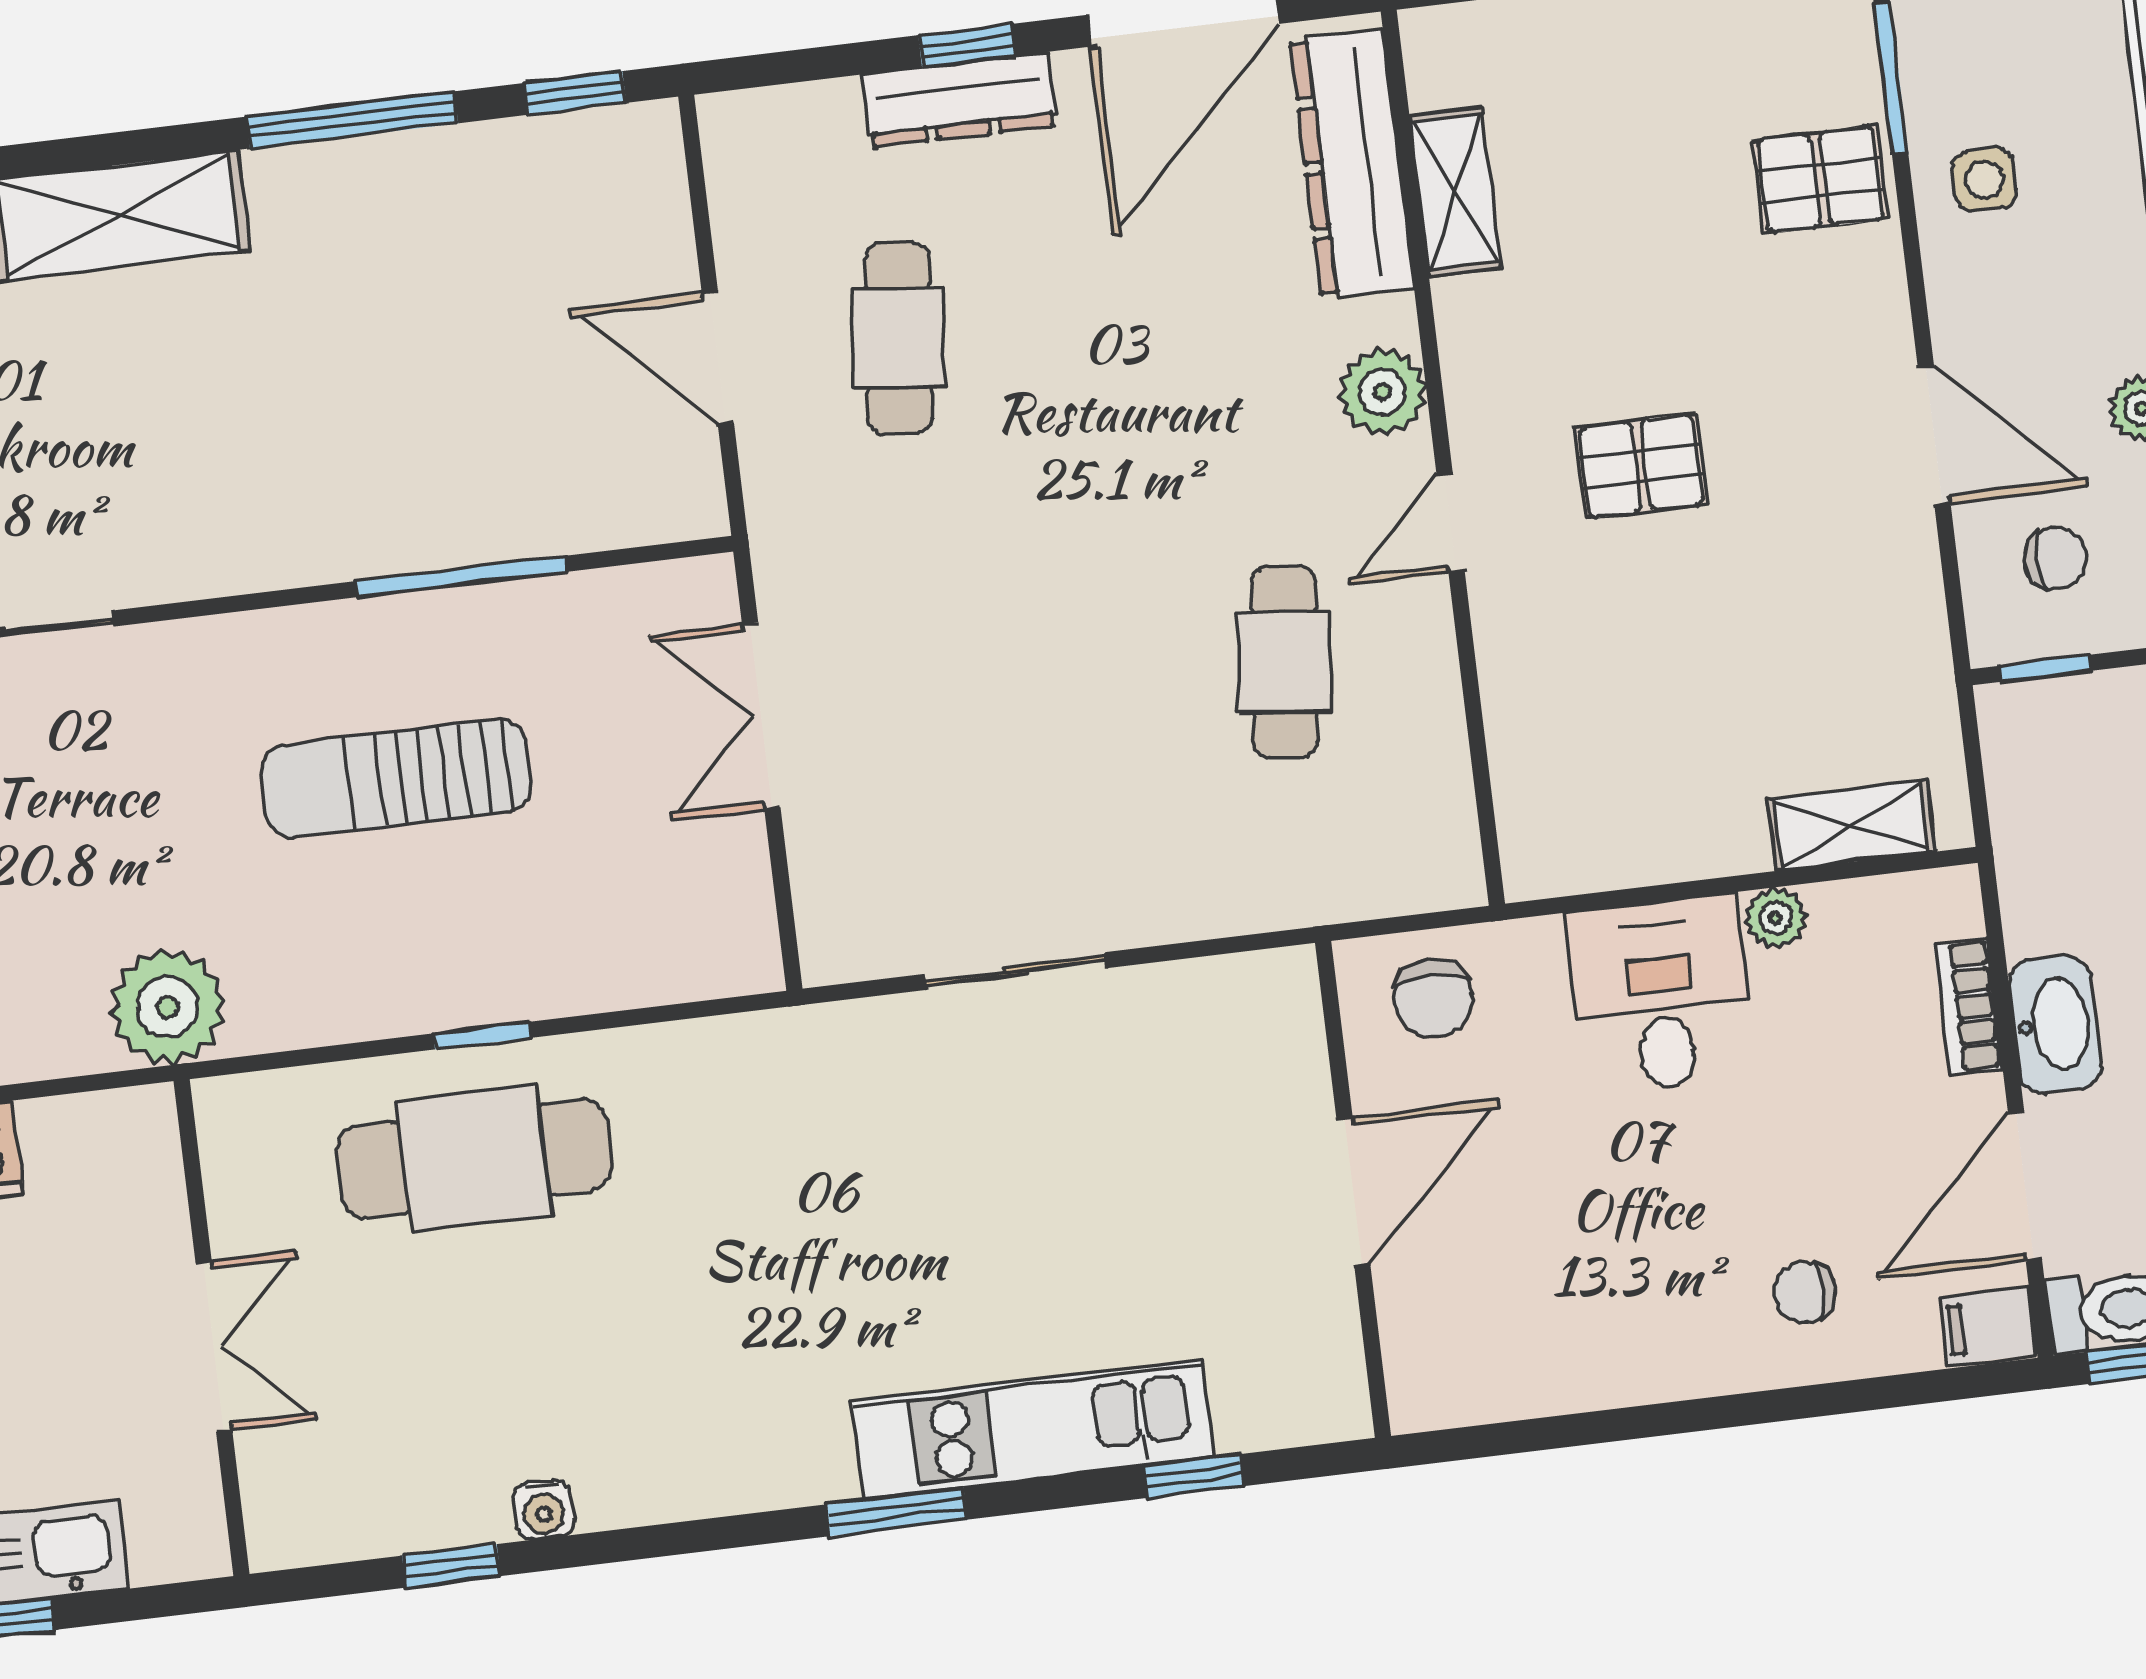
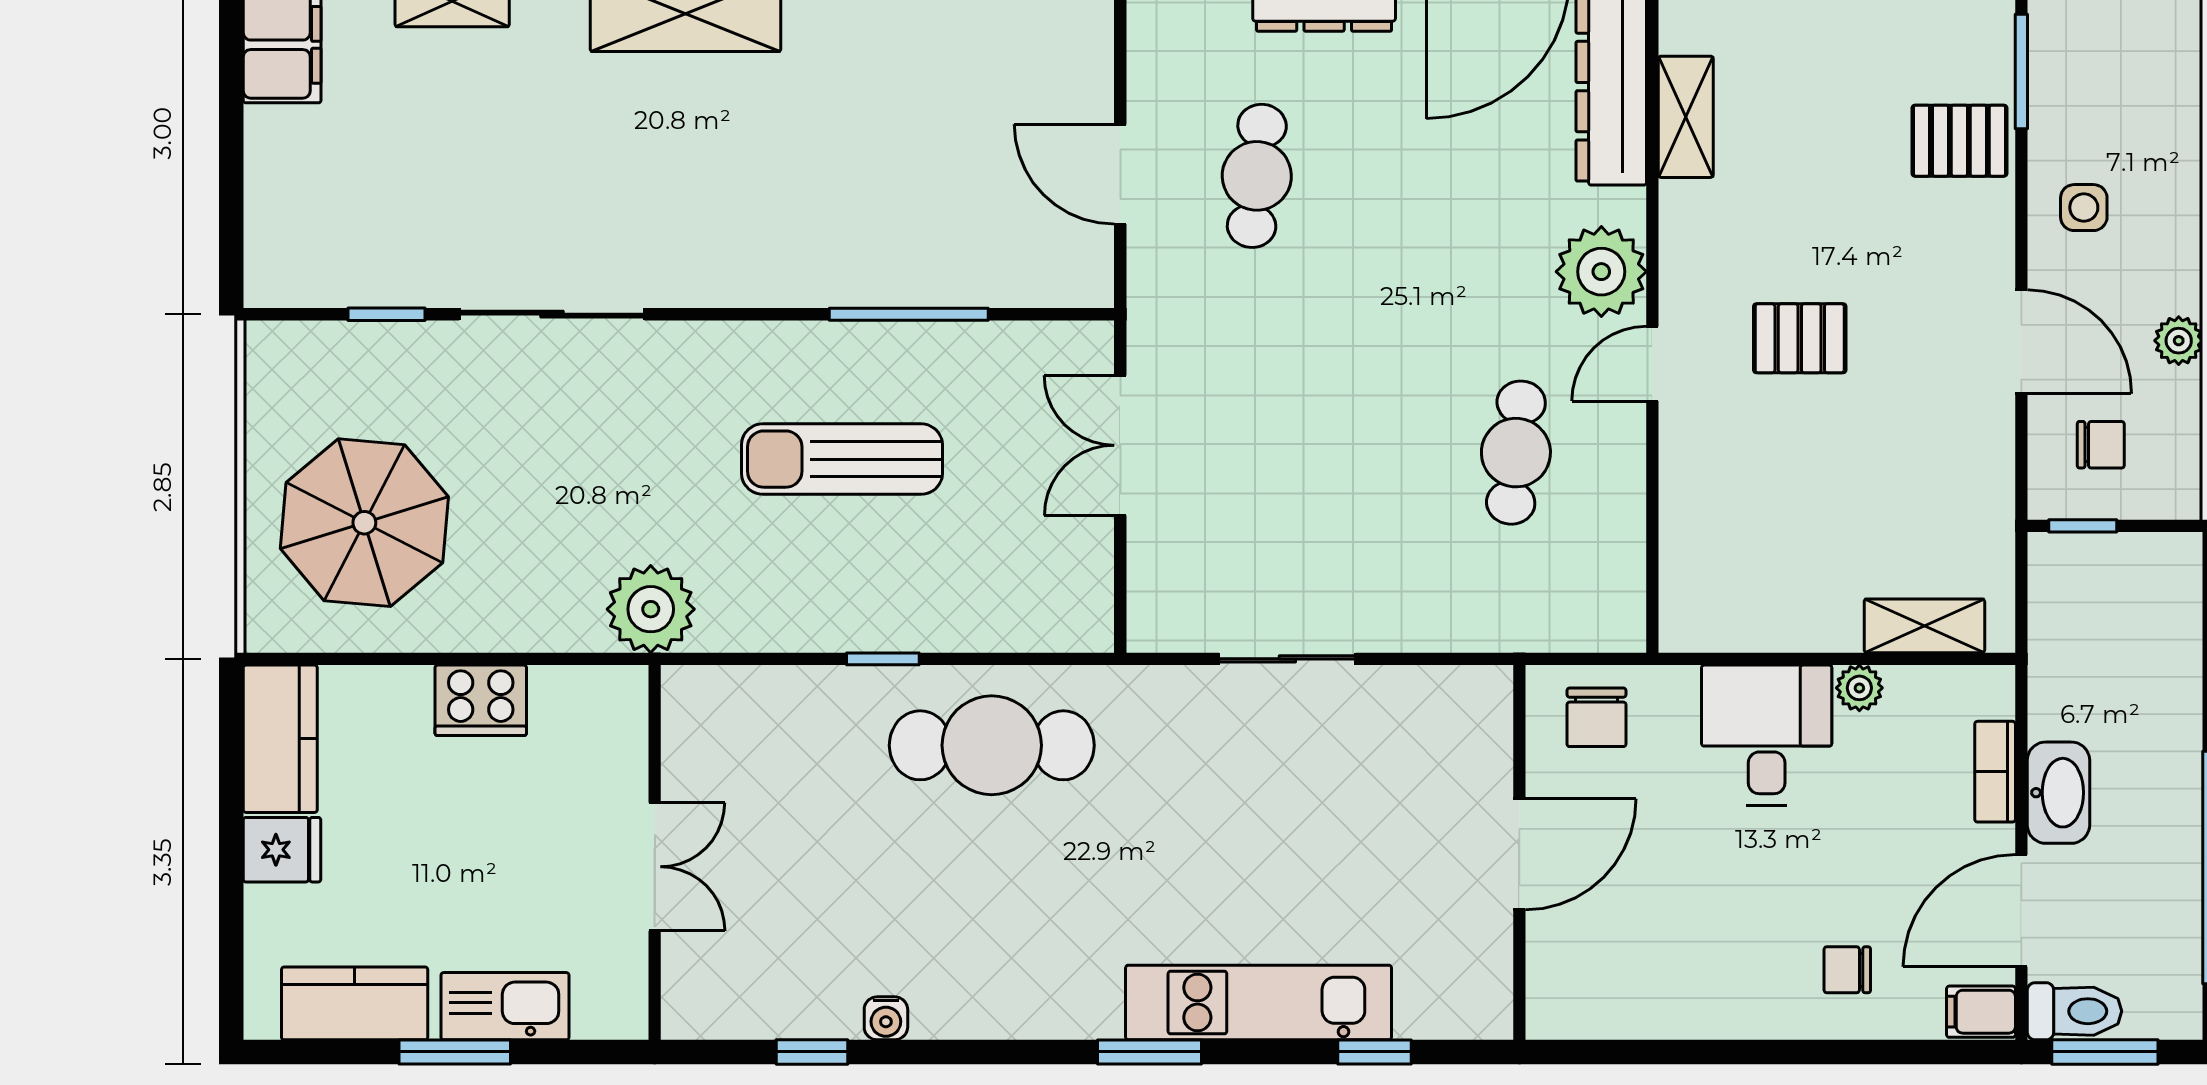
side table: (1984, 180) -> (2084, 208), moved
plant: (1382, 392) -> (1601, 272), width x1.36, depth x1.36
cafe table: (474, 1159) -> (992, 745), moved

